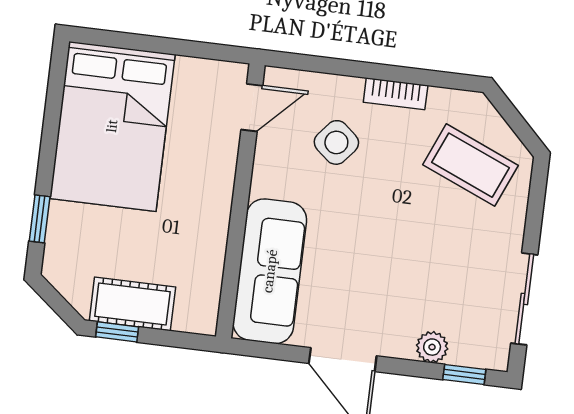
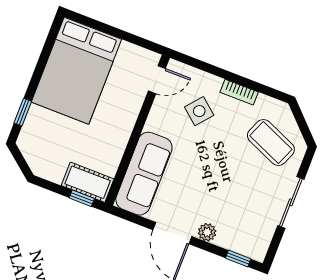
sliding door: (524, 299) -> (291, 202), moved
cot: (132, 304) -> (88, 182), moved
window: (117, 332) -> (82, 198), moved
plant: (432, 347) -> (207, 232), moved

